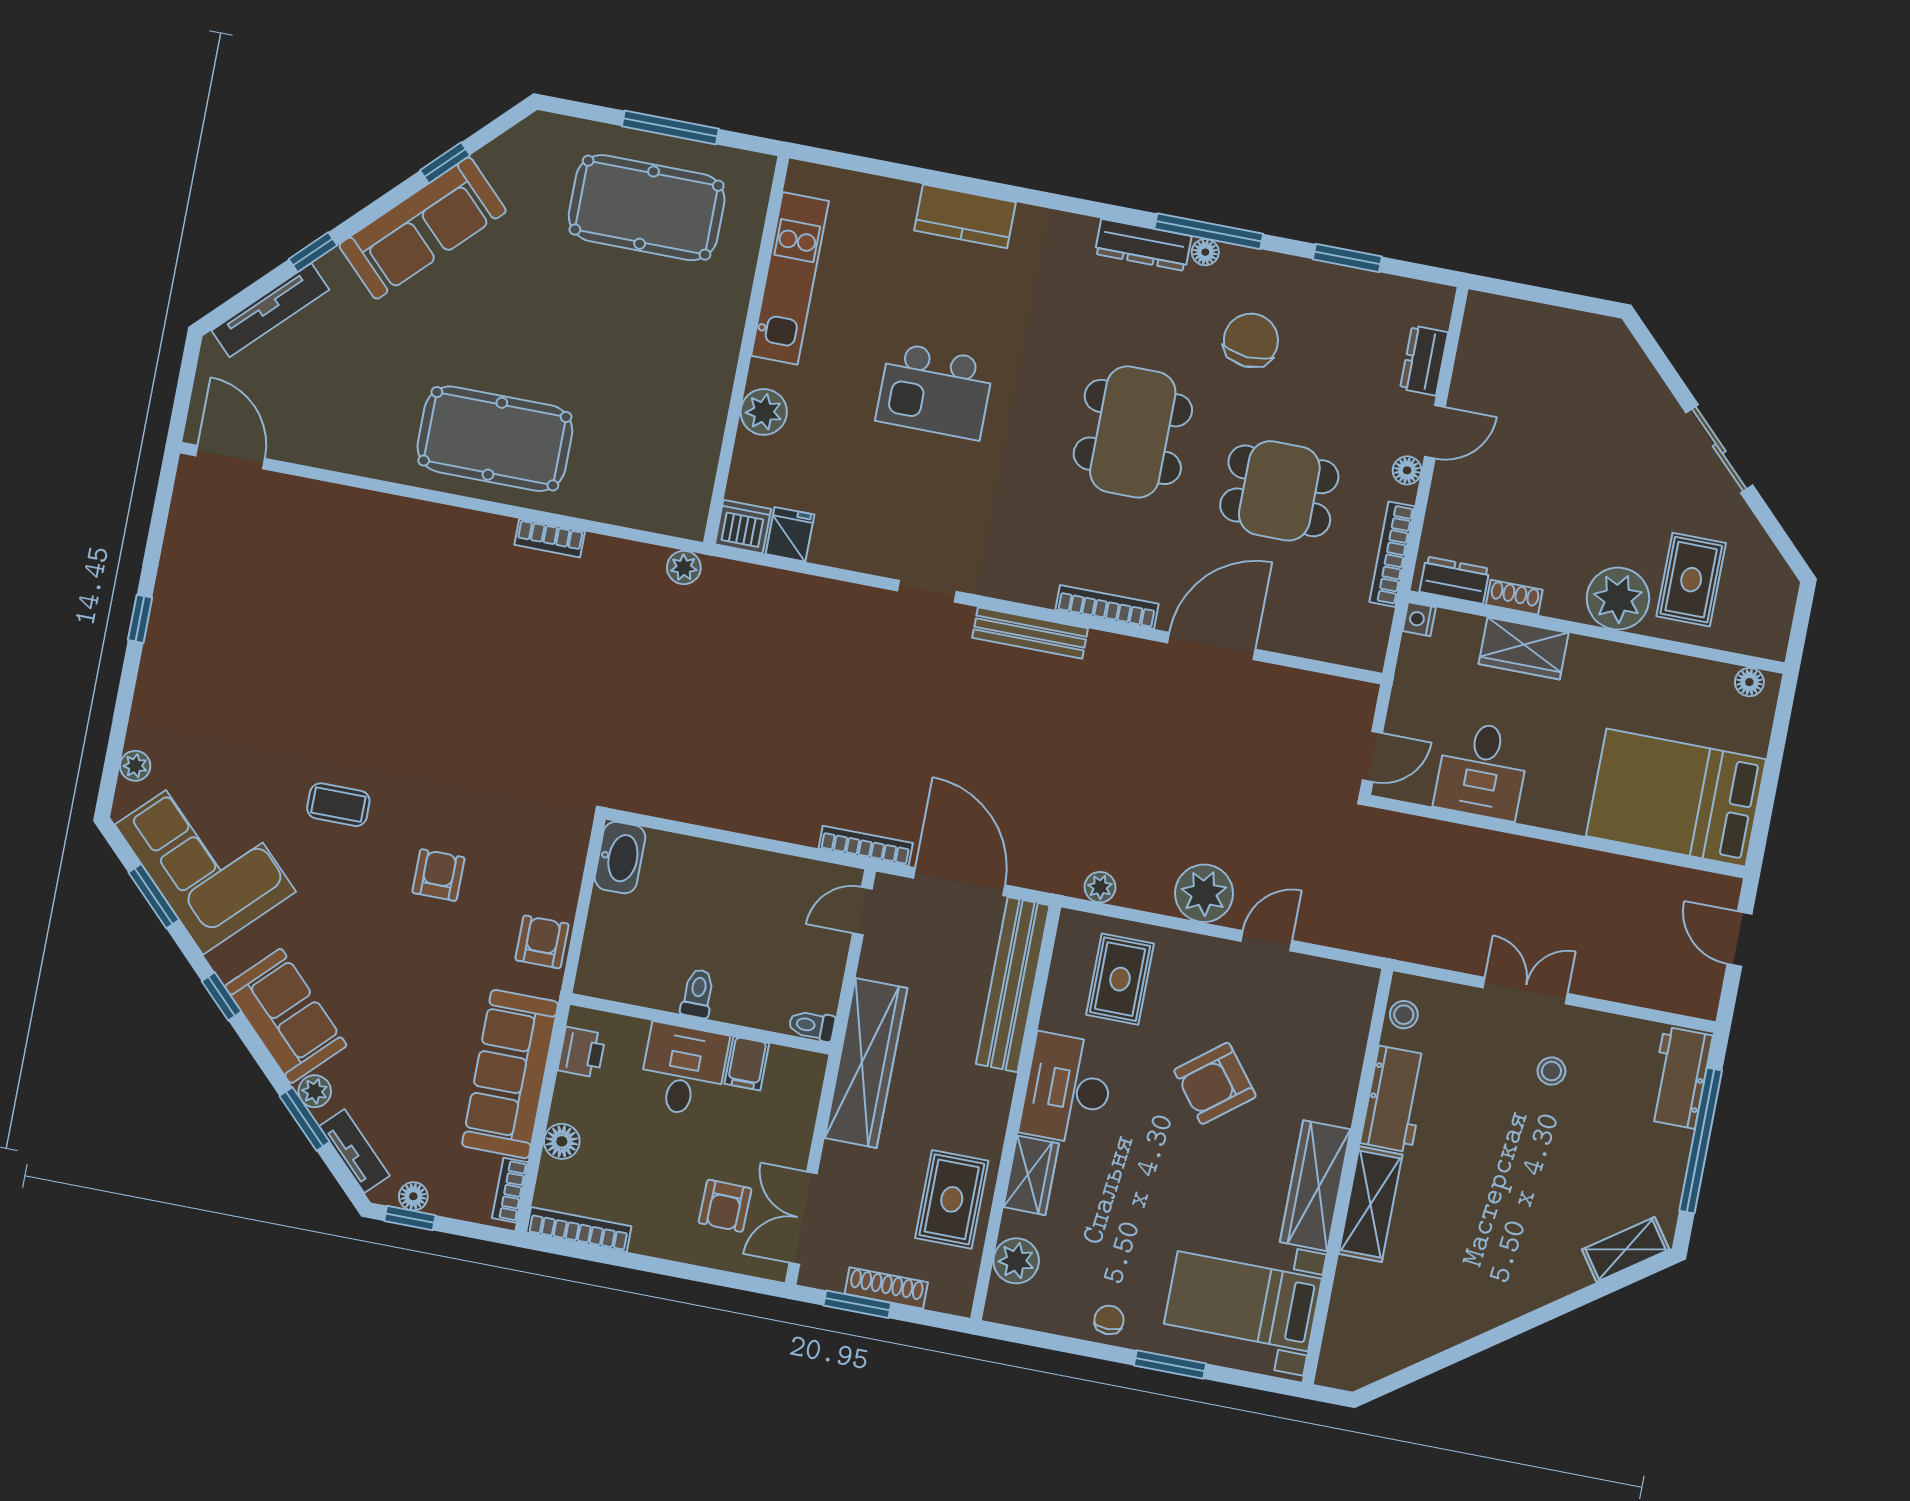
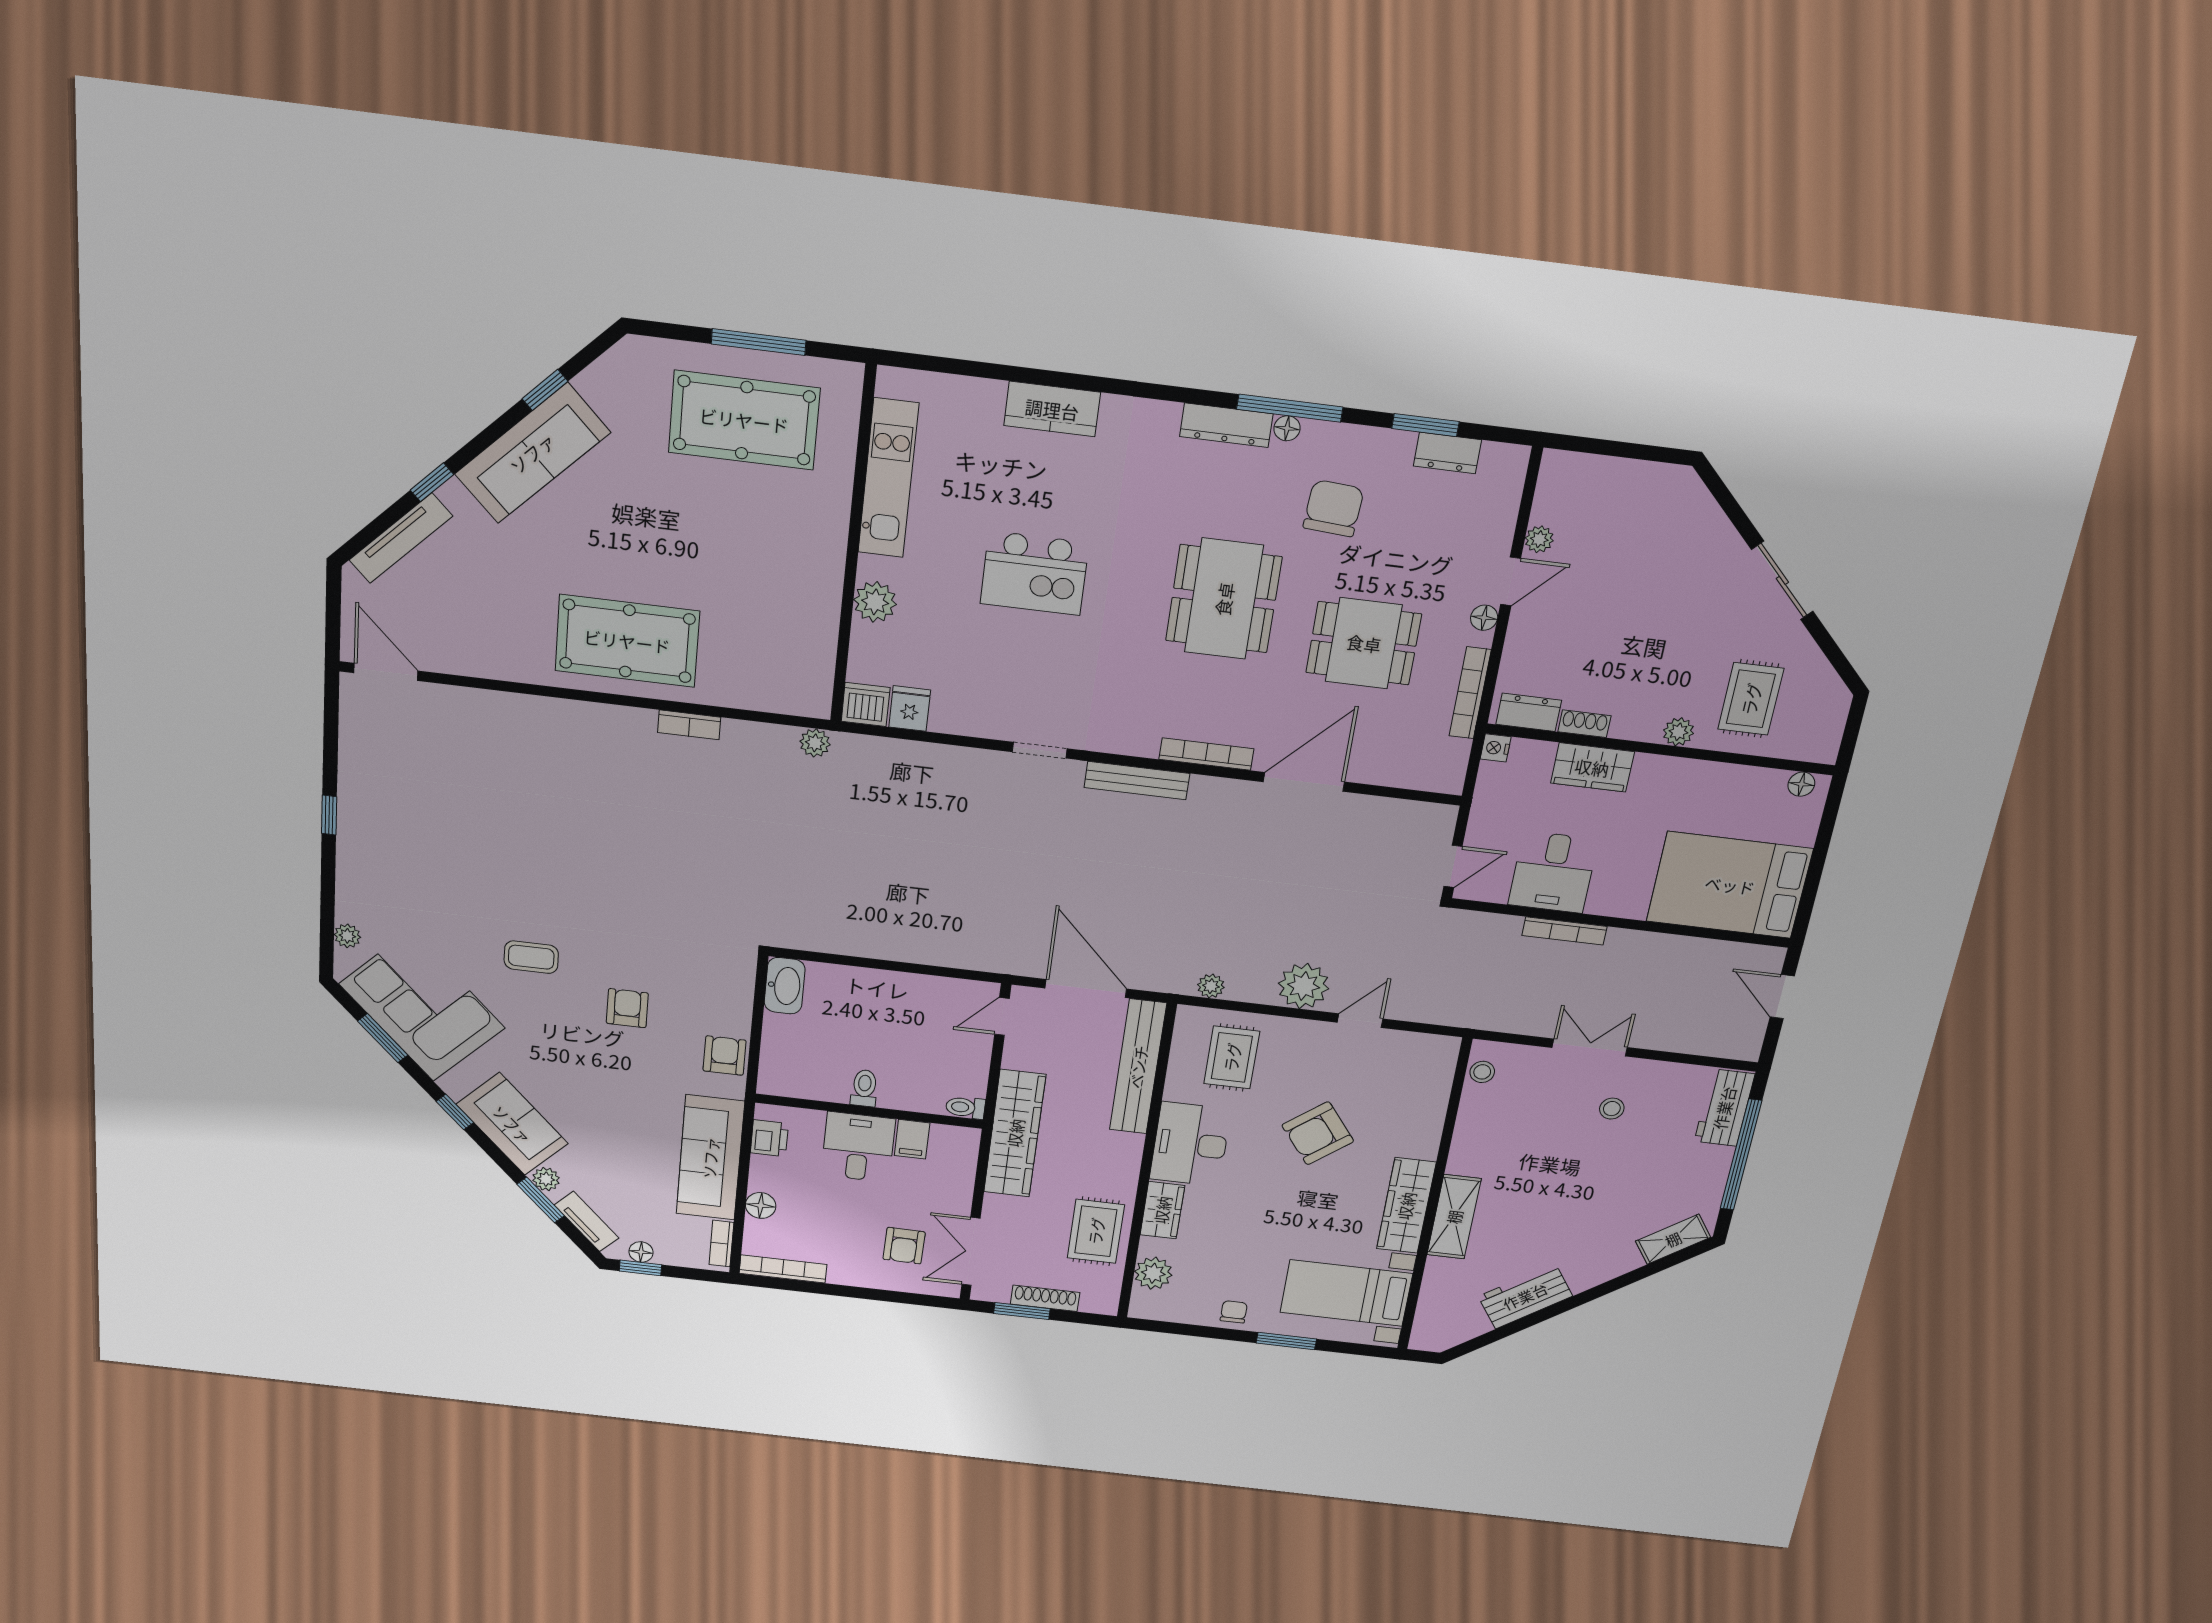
dresser: (1424, 360) -> (1447, 453), moved, turned -90
plant: (1465, 388) -> (1539, 539), added
plant: (1618, 599) -> (1678, 732), width x0.53, depth x0.53
bookcase: (866, 846) -> (1564, 931), moved, turned 180
workbench: (1395, 1099) -> (1525, 1296), moved, turned -125

